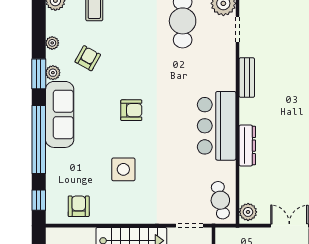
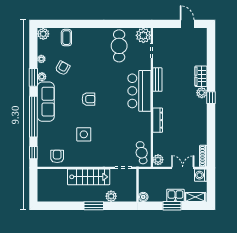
bar counter: (217, 126) -> (139, 91), moved

